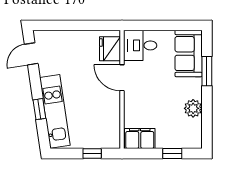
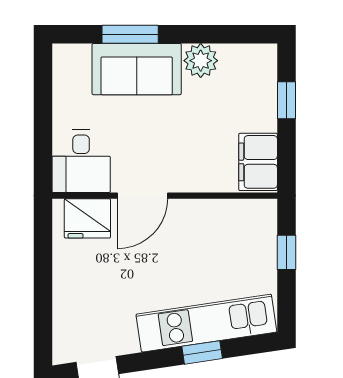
sofa: (189, 54) -> (137, 69), moved

